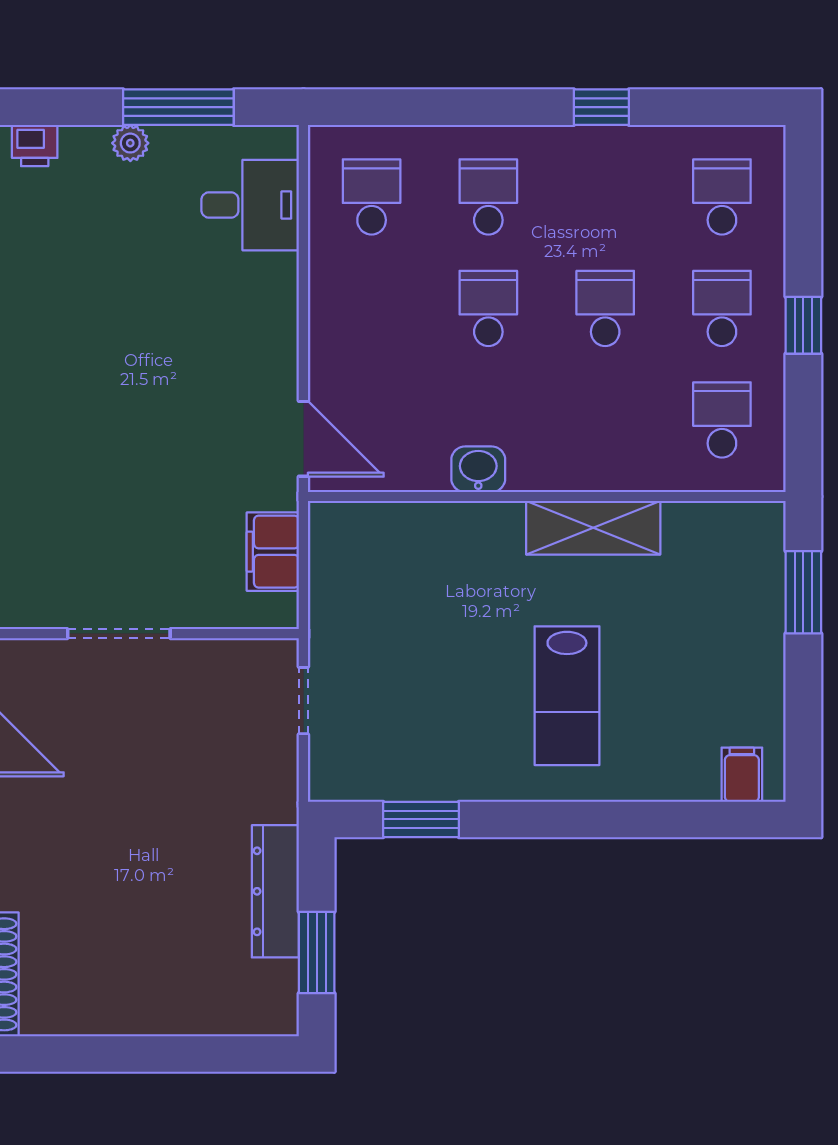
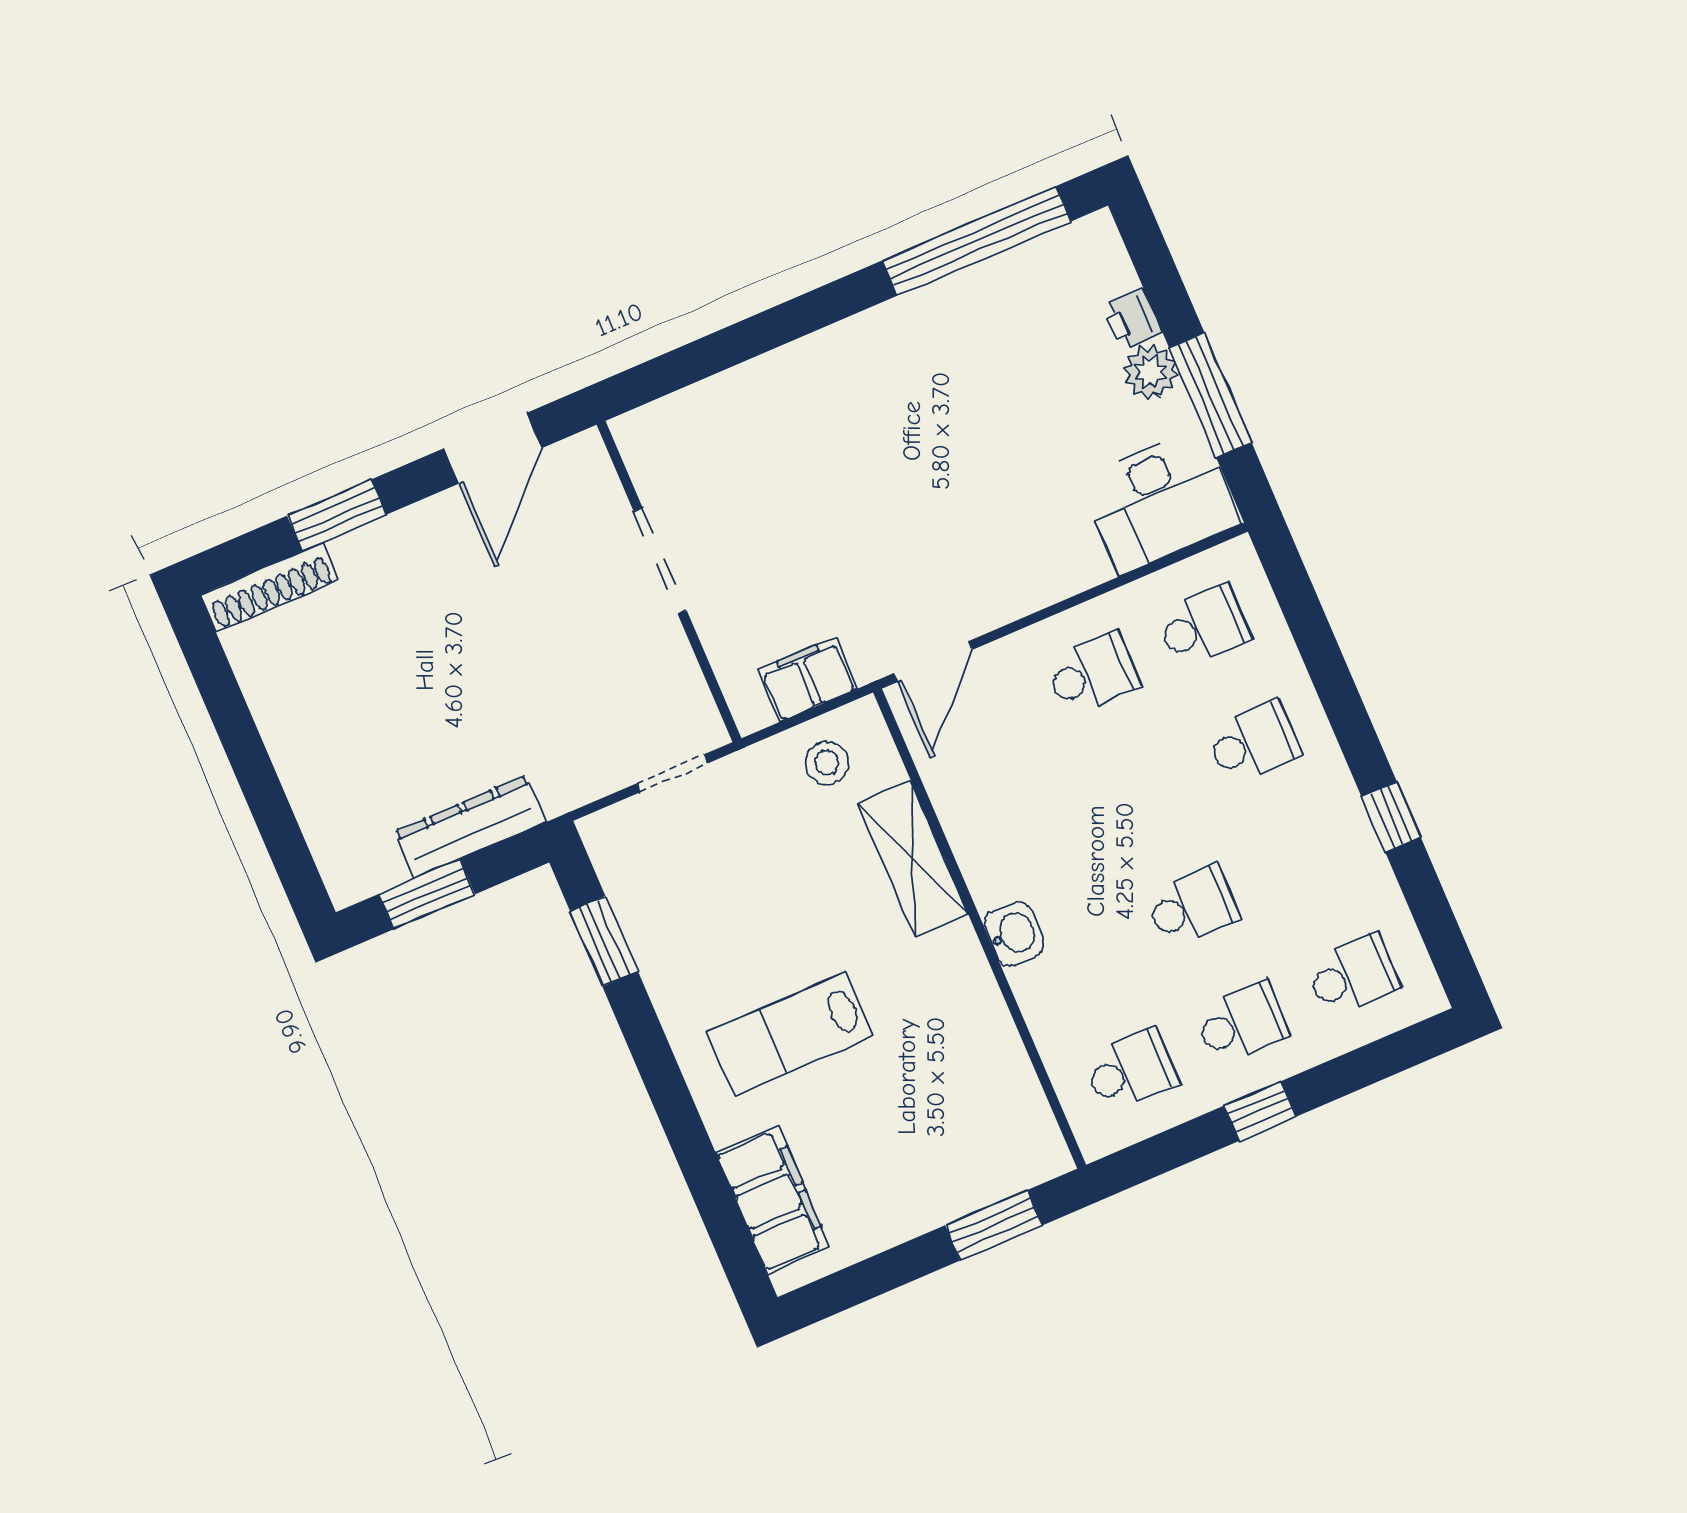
plant: (130, 143) -> (1150, 372), width x1.38, depth x1.38
printer: (35, 146) -> (1132, 319), moved
desk: (250, 205) -> (1160, 501), width x1.37
school desk: (488, 308) -> (1092, 674), moved
washbasin: (478, 469) -> (1014, 934), moved
shelving: (593, 528) -> (913, 859), moved
stool: (351, 566) -> (827, 763), added
filing cabinet: (742, 775) -> (773, 1199), width x3.00, depth x1.17

